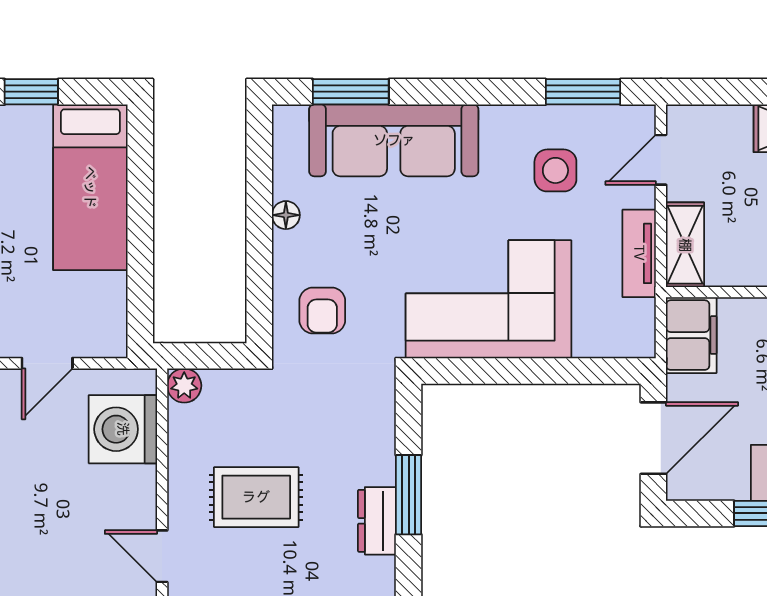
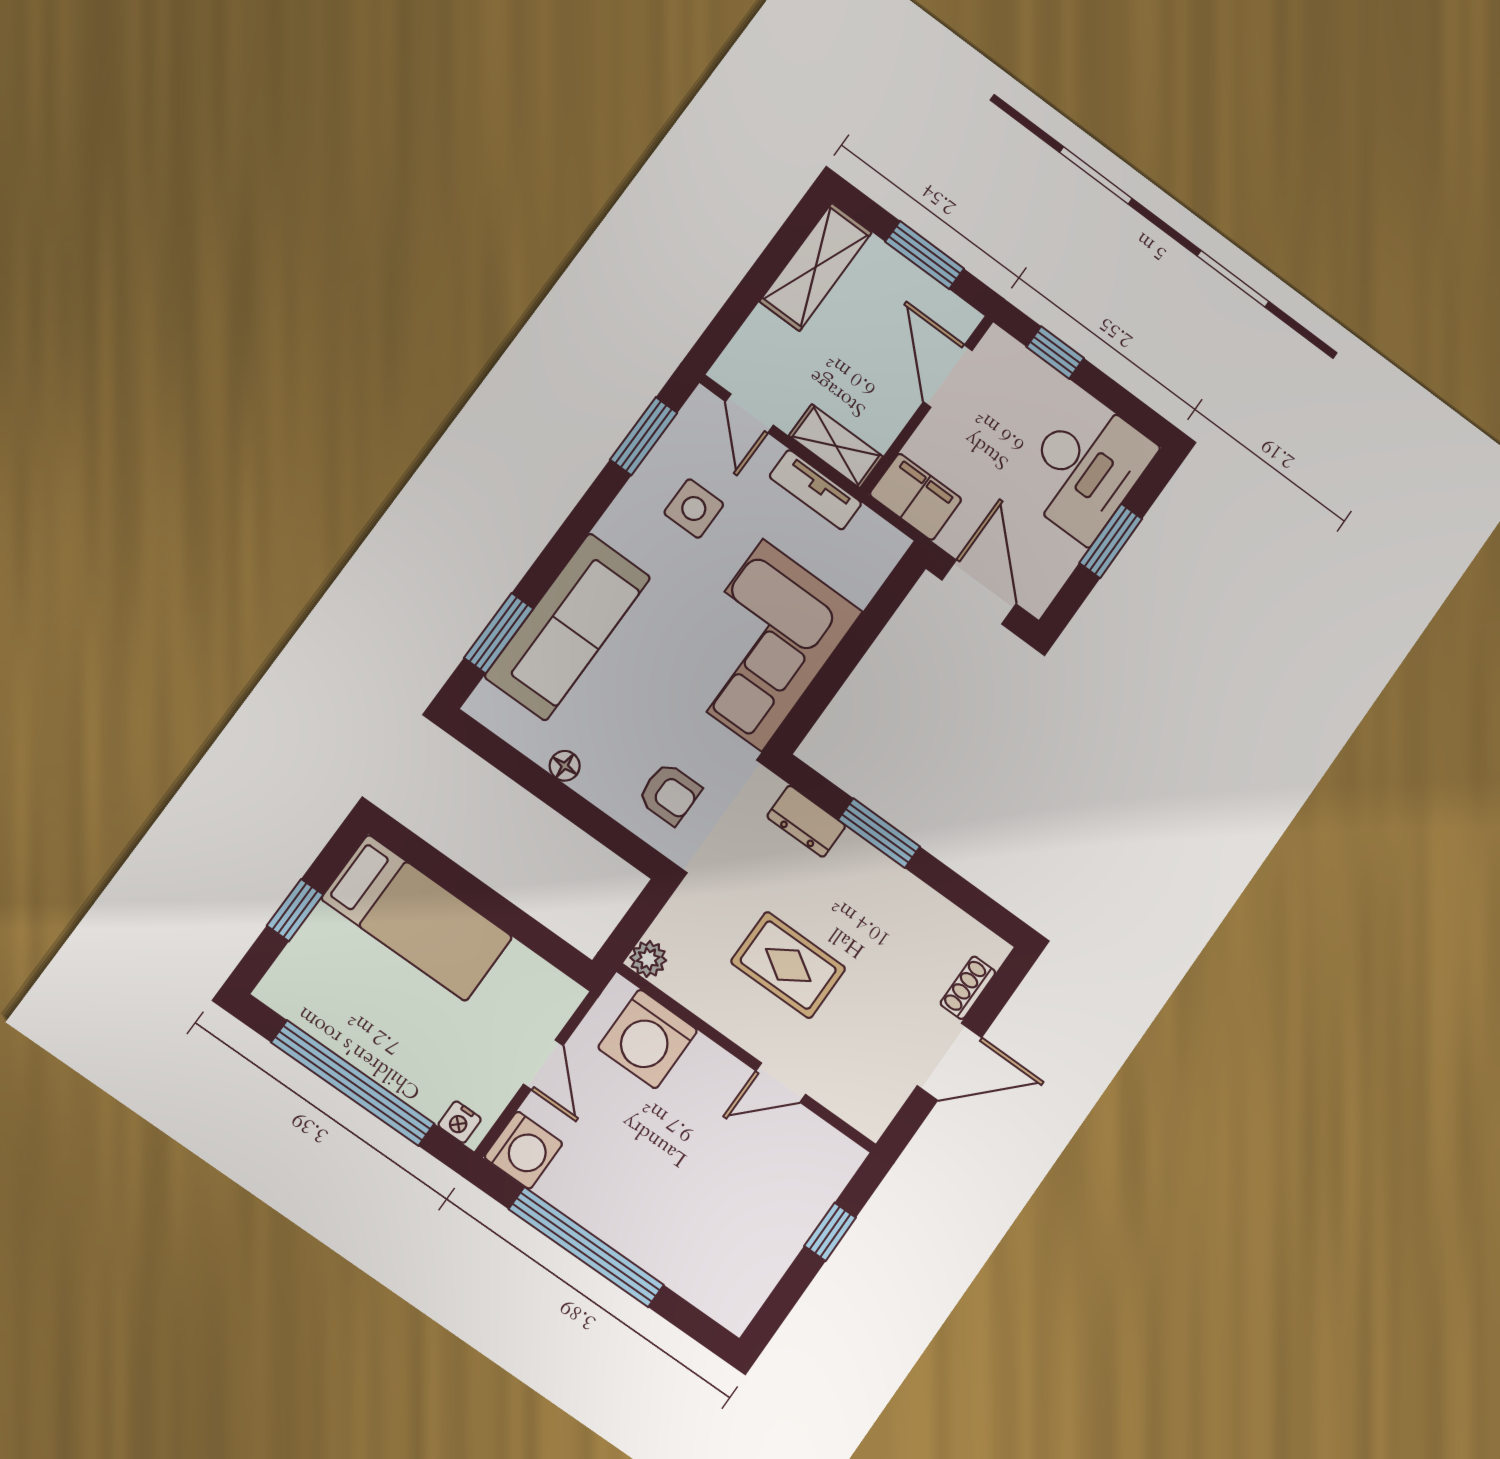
rug: (256, 497) -> (788, 965), turned 90
dresser: (377, 521) -> (806, 821), moved

